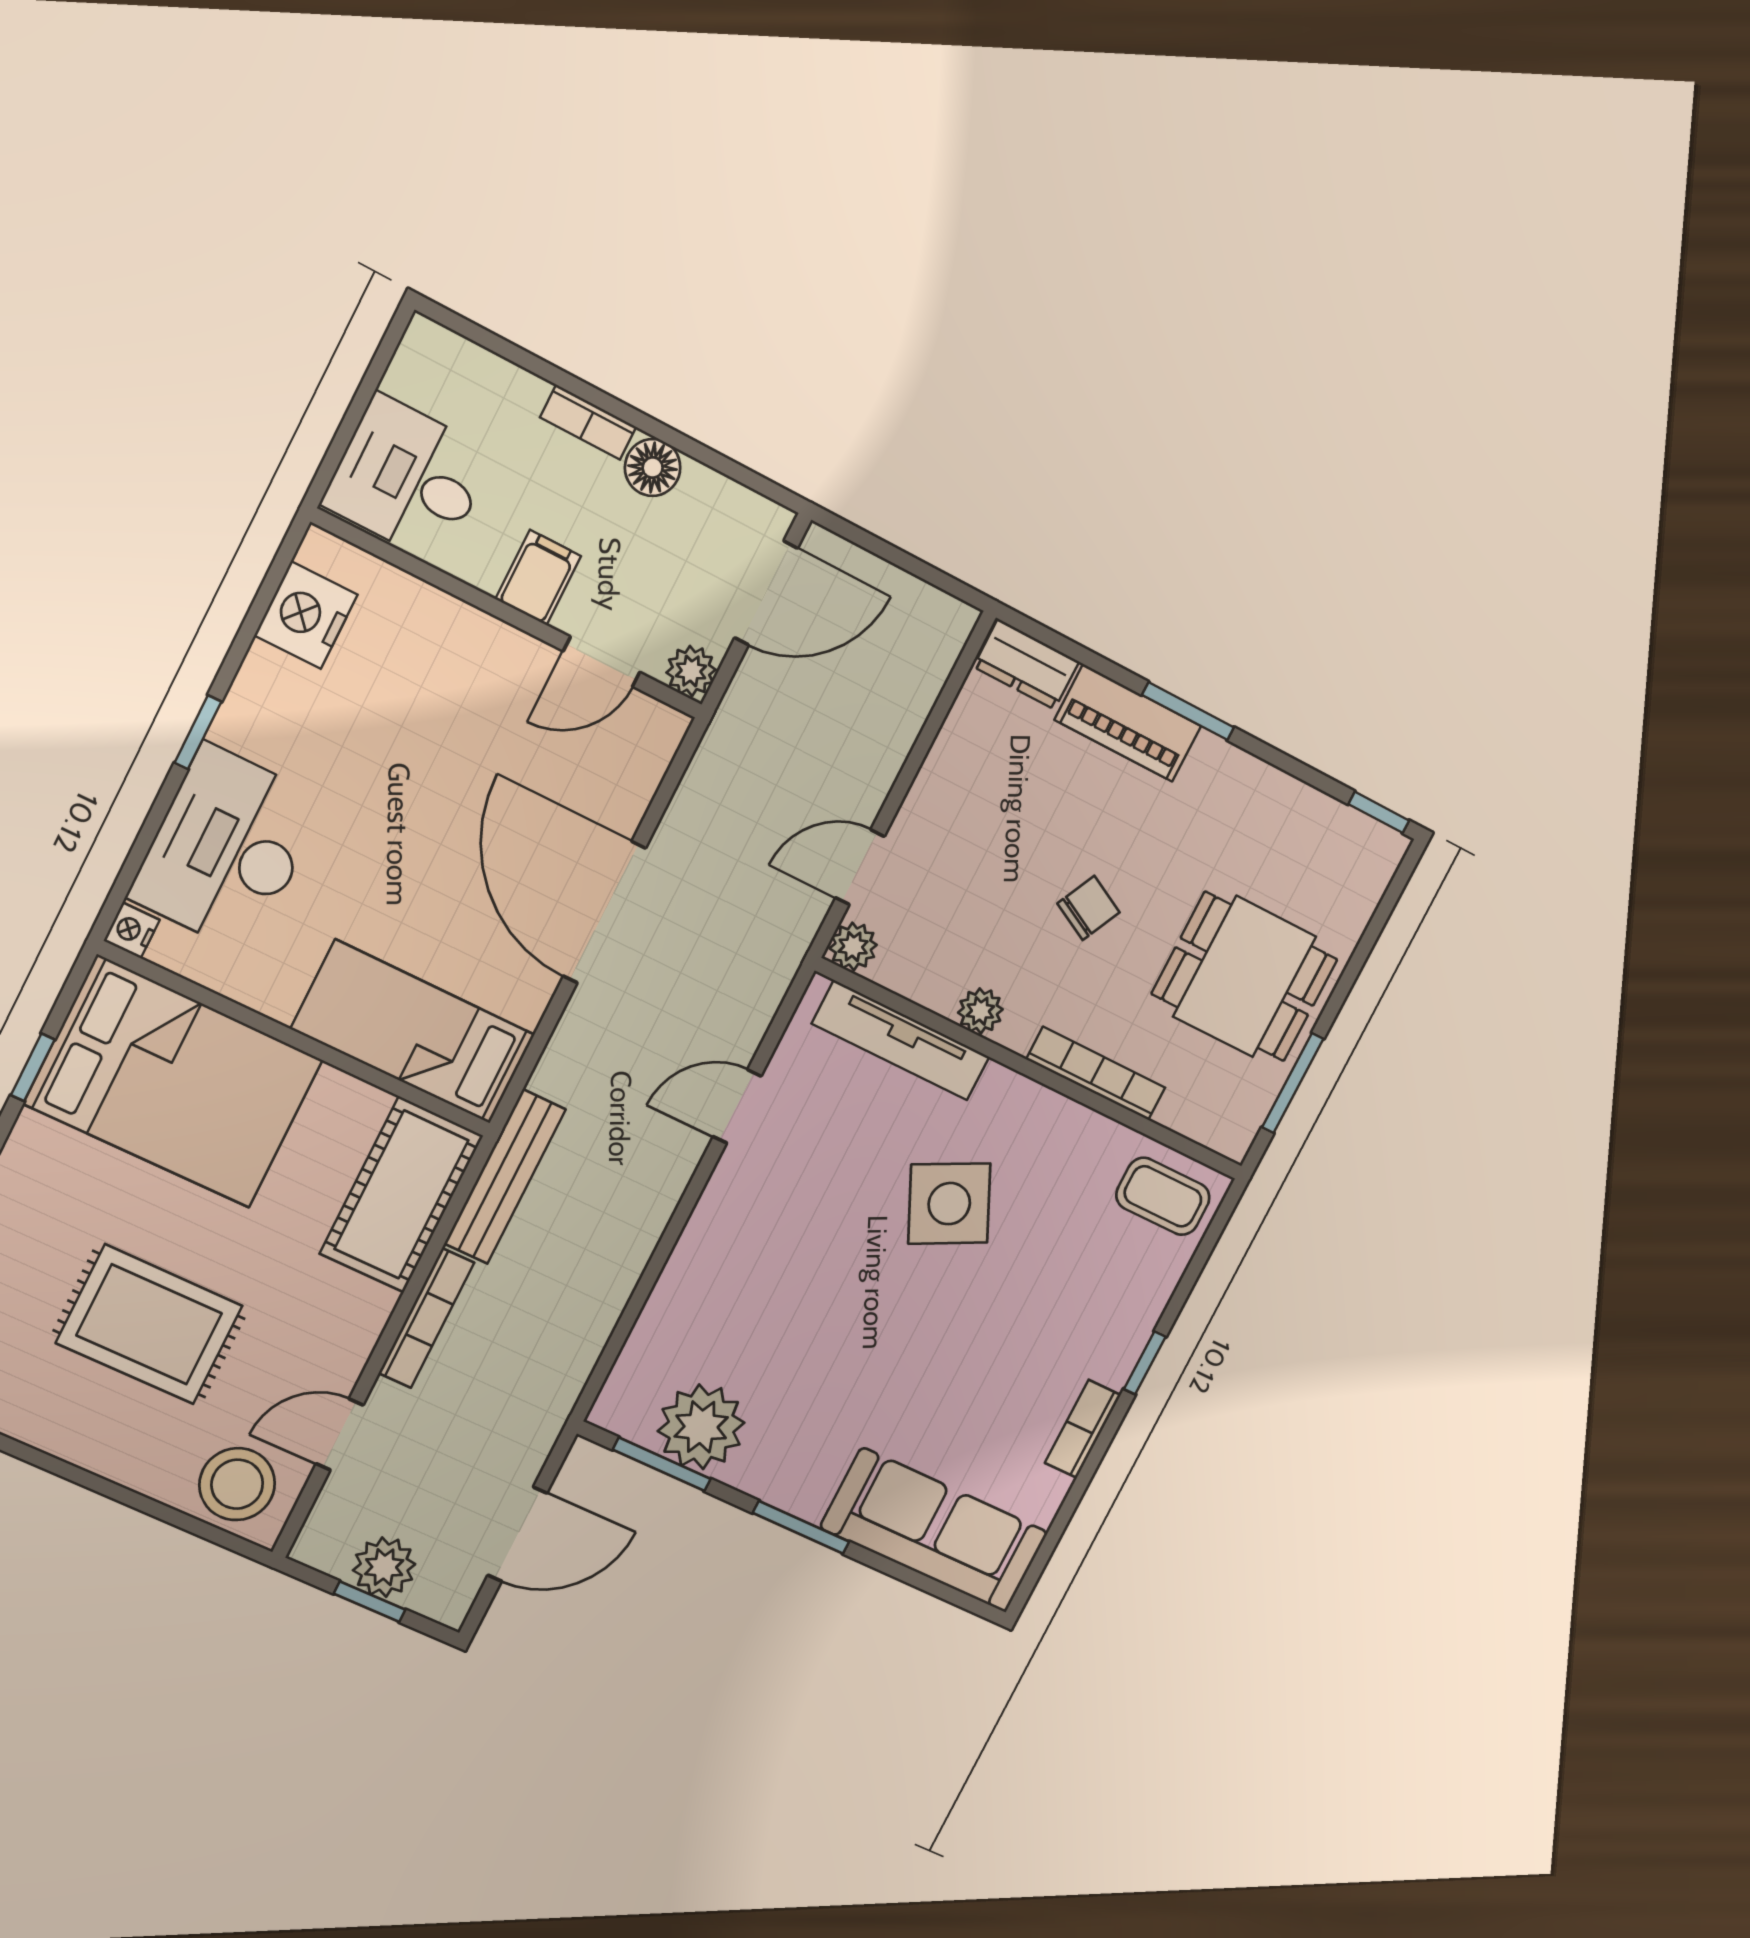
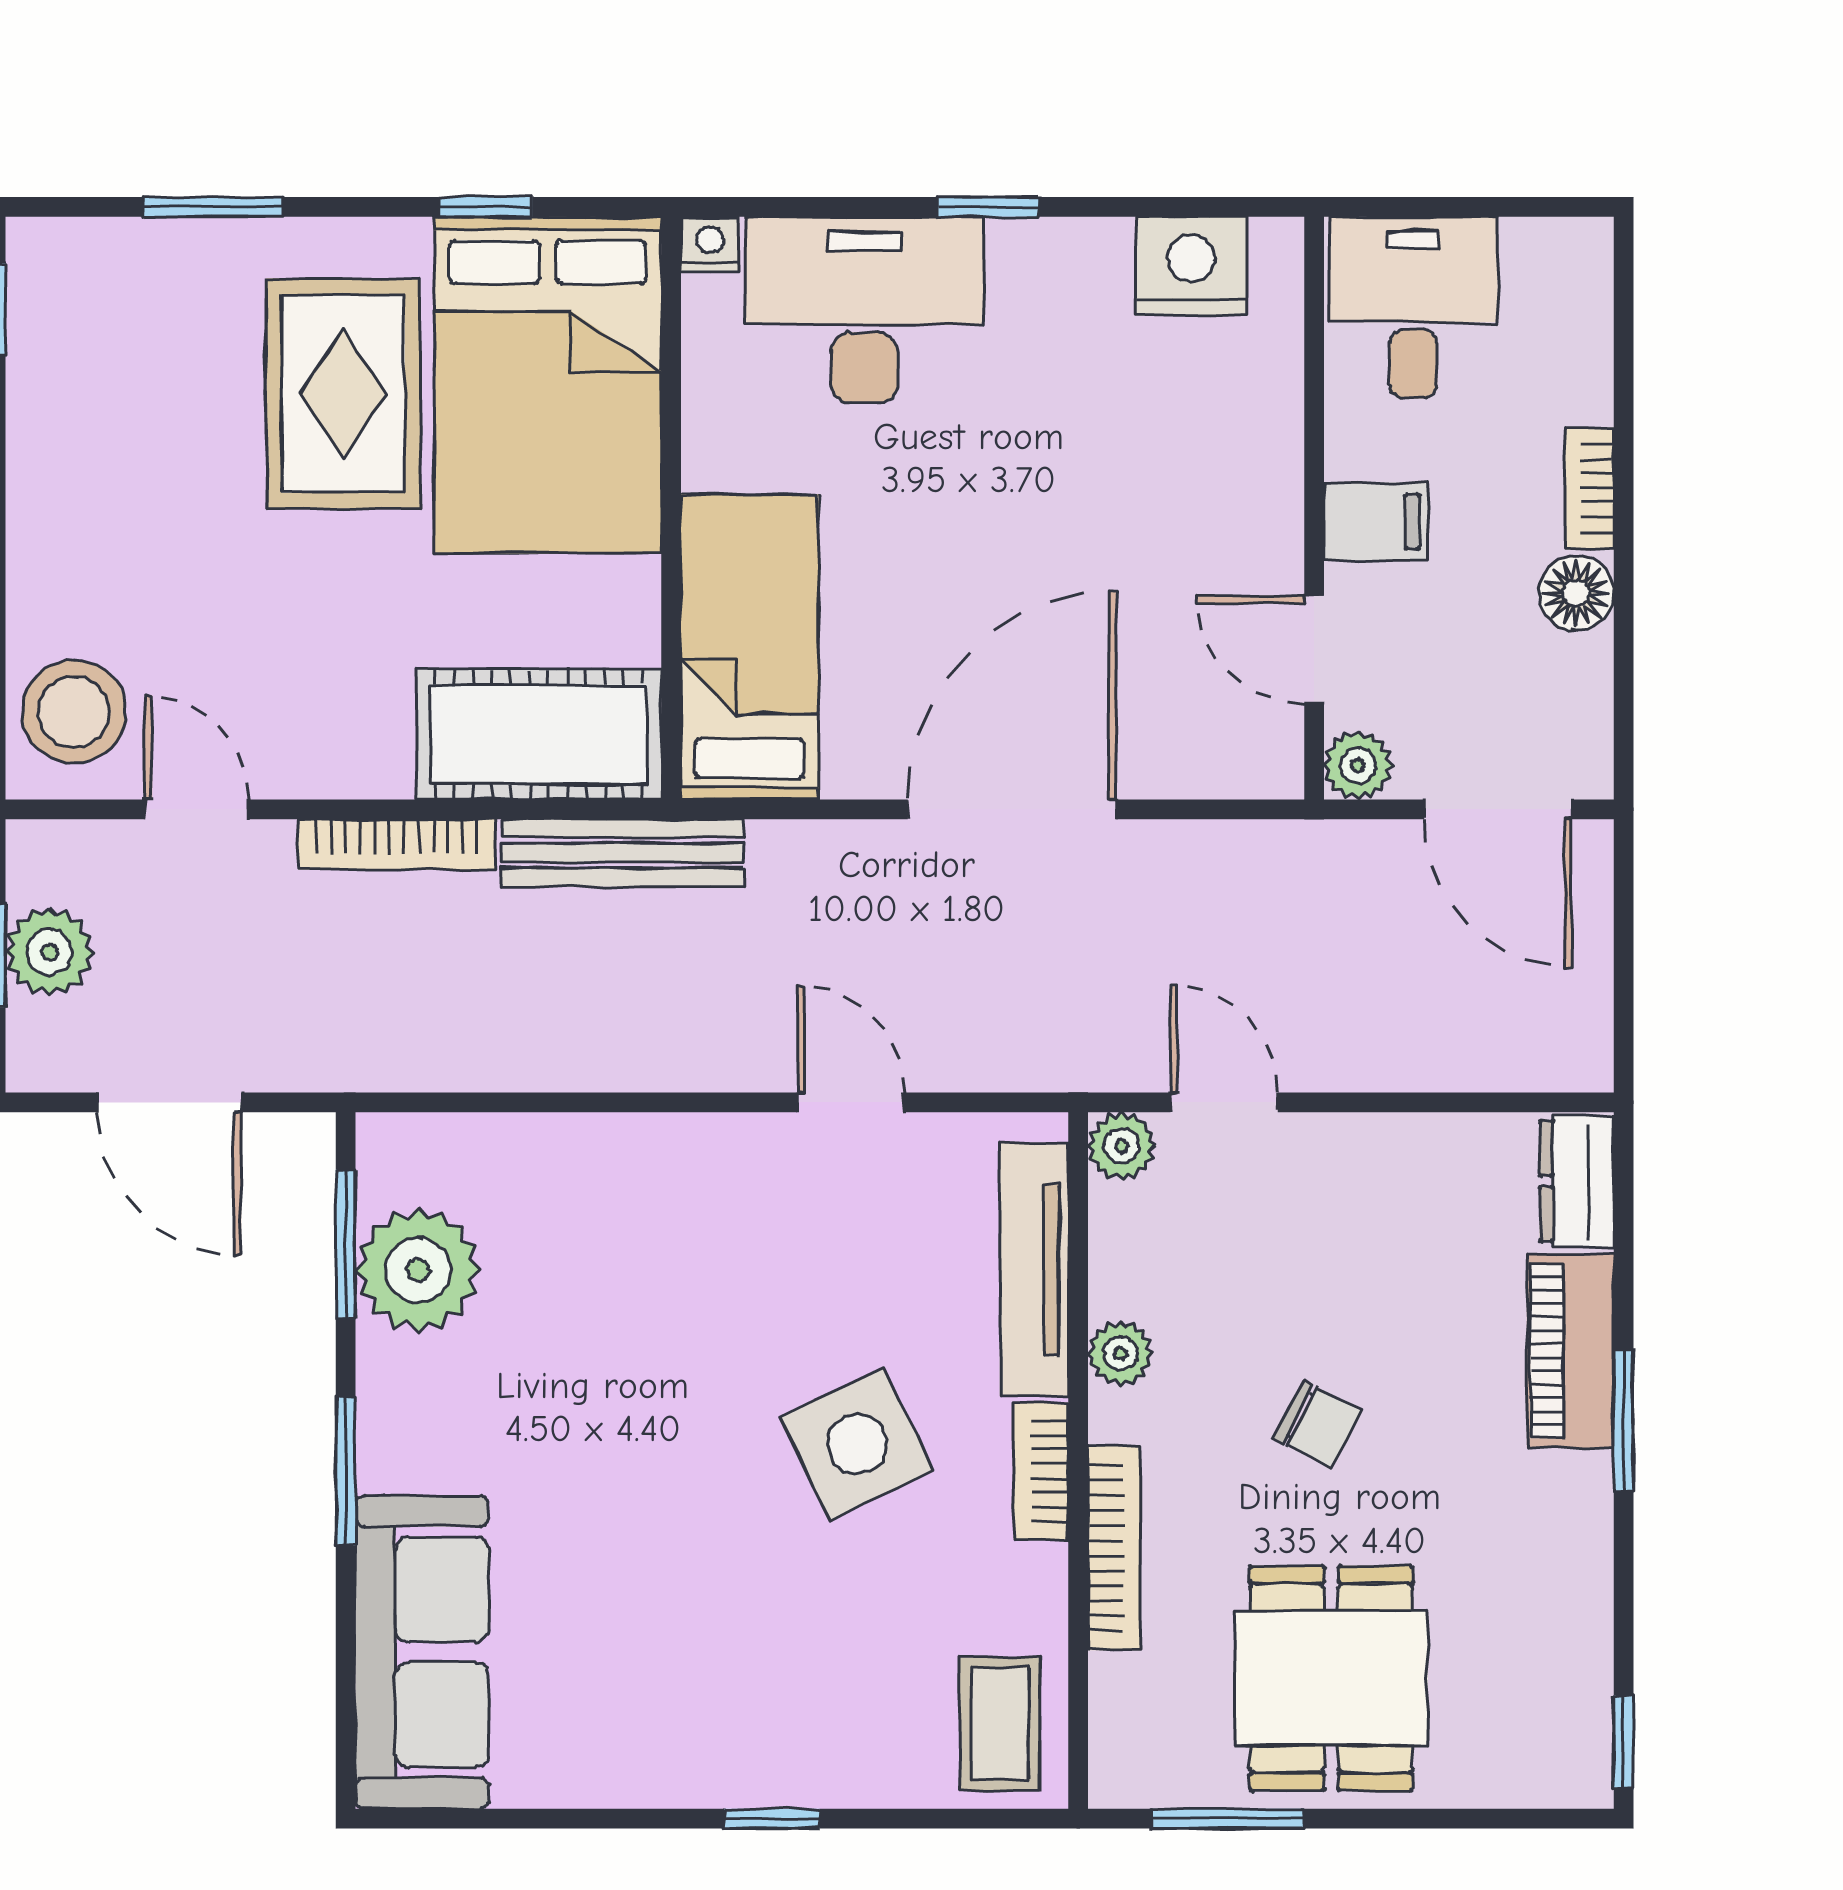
rug: (149, 1324) -> (343, 394), moved
bookcase: (1083, 1429) -> (1041, 1471), moved, turned -90

